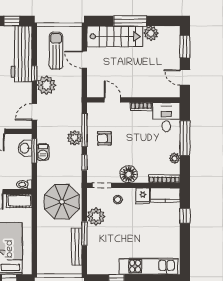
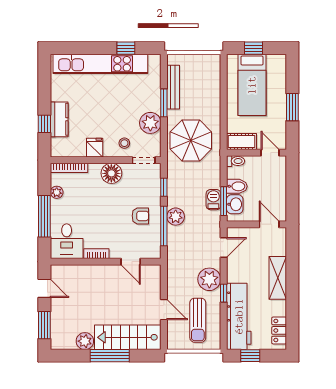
bidet: (23, 163) -> (237, 186), added
kitchen counter: (165, 195) -> (59, 119), moved, turned 90
kitchen unit: (148, 266) -> (100, 64), width x1.36

